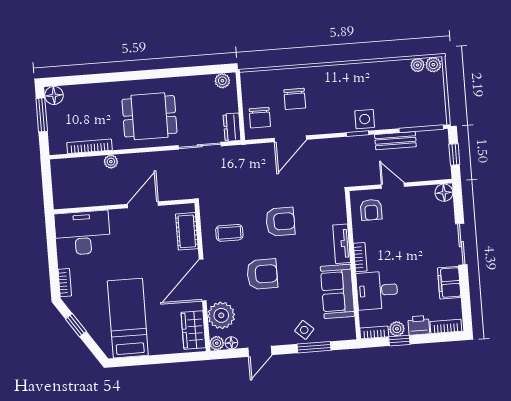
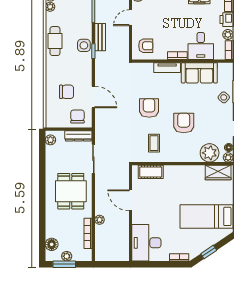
cafe table: (368, 76) -> (55, 41), added
floor lamp: (54, 95) -> (52, 244), moved
plant: (54, 118) -> (67, 256), added
chair: (260, 118) -> (77, 116), turned -90
dresser: (232, 127) -> (78, 136), width x1.44
bench: (395, 141) -> (100, 37), moved
door: (393, 186) -> (131, 18), moved
door: (203, 280) -> (185, 164), removed

